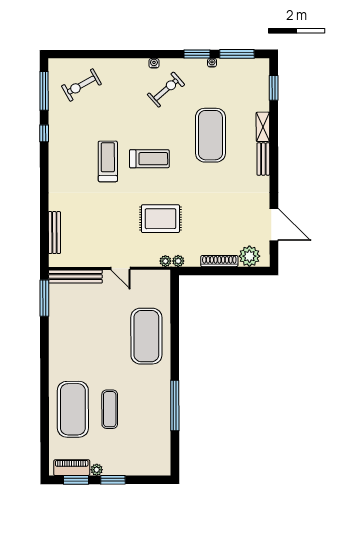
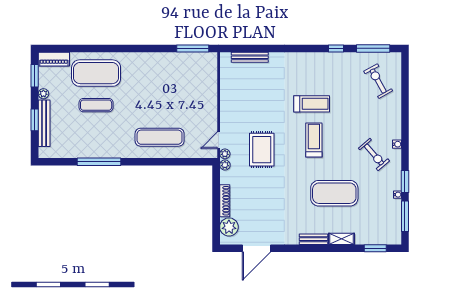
treadmill: (149, 159) -> (314, 140), turned 180
door: (120, 268) -> (219, 140), moved
bench: (75, 277) -> (44, 123), moved
exercise mat: (146, 336) -> (160, 137), width x0.68
piano: (72, 468) -> (54, 59), moved, turned 90
window: (113, 480) -> (35, 120), moved

